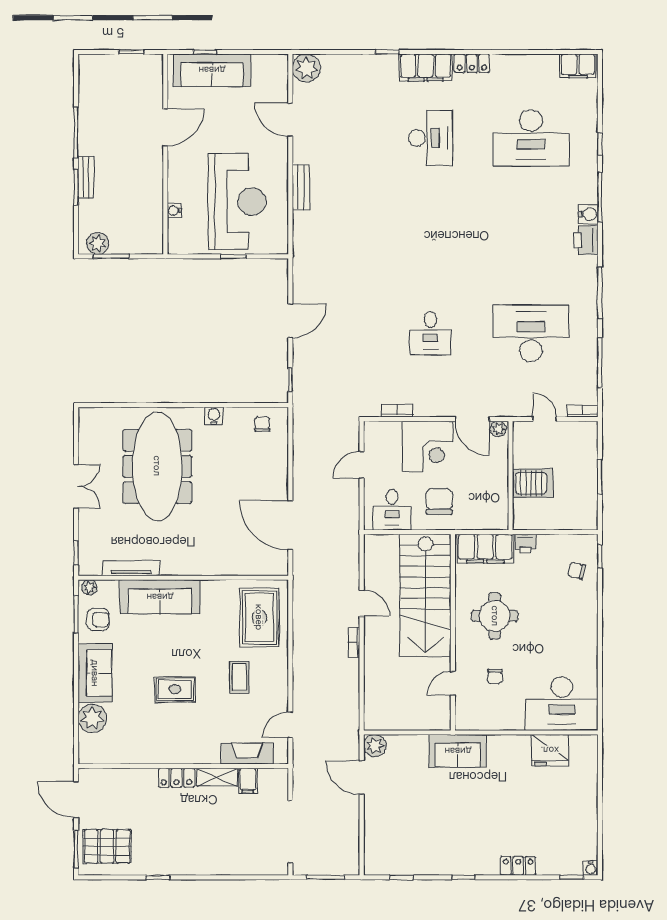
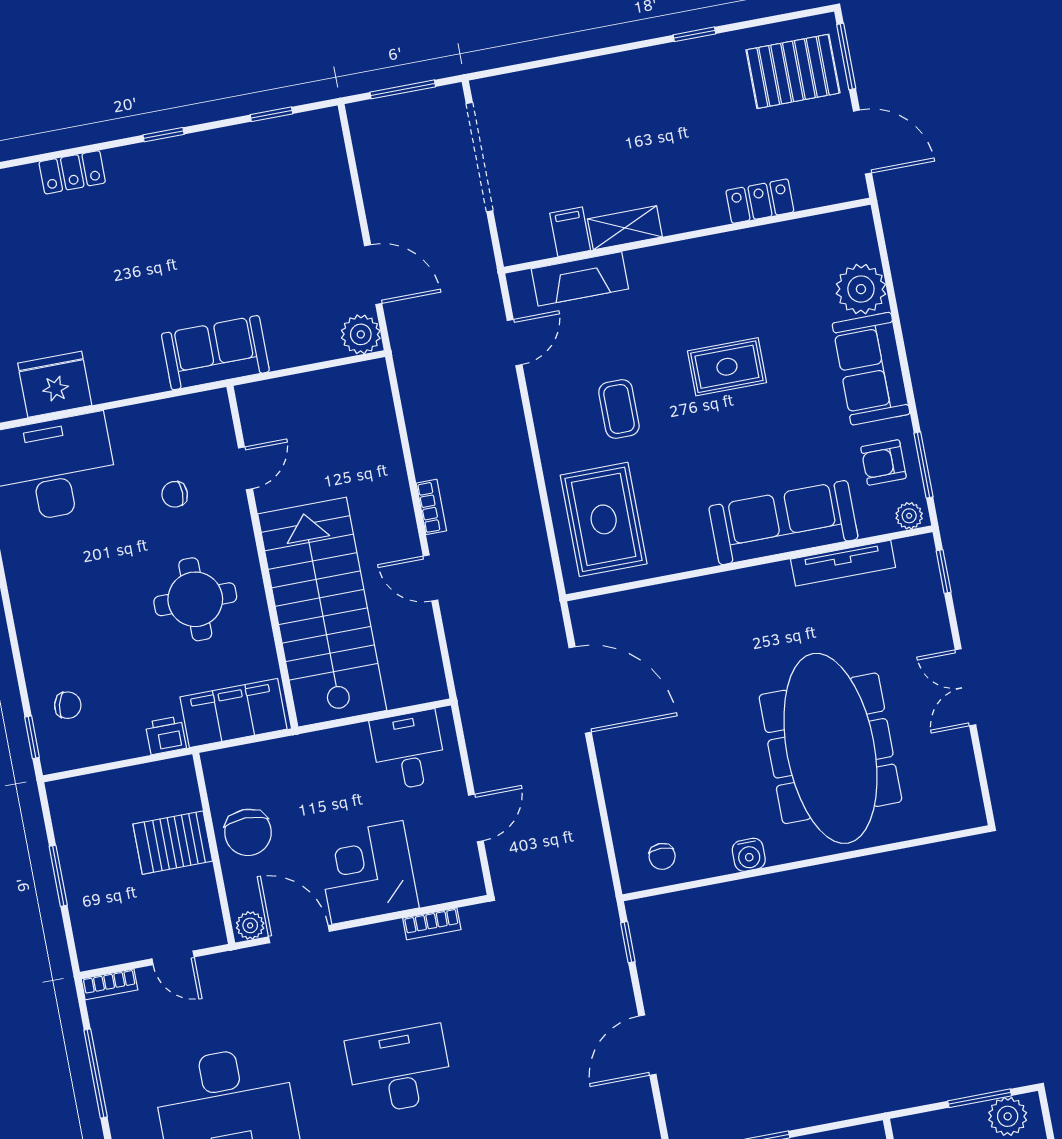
desk: (431, 333) -> (399, 1070), width x1.37
chair: (439, 501) -> (248, 832), moved
chair: (495, 676) -> (175, 494), turned -90
locker: (177, 778) -> (760, 201), moved

